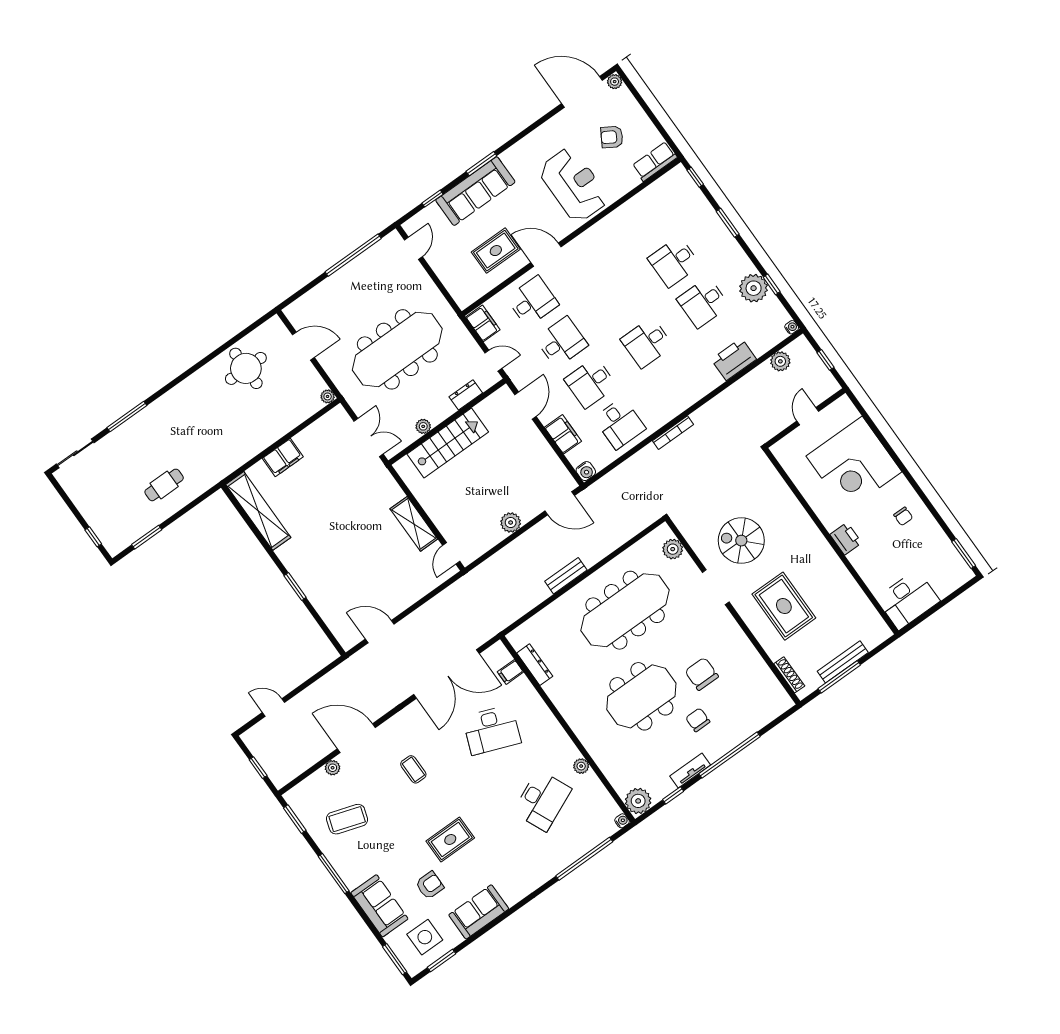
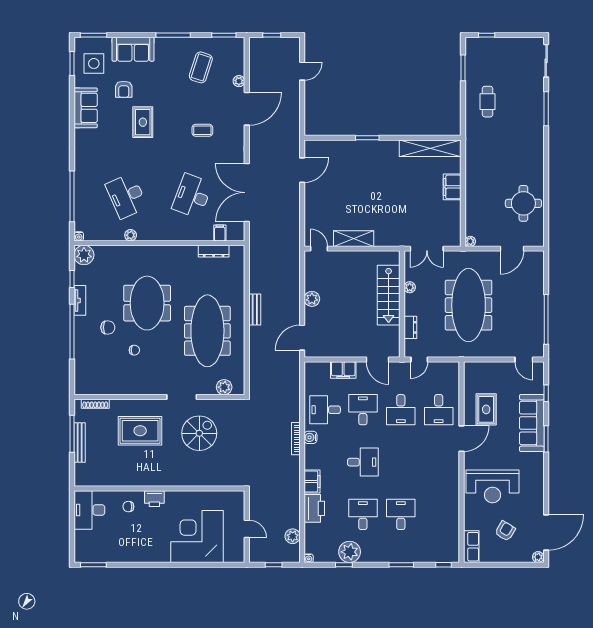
filing cabinet: (483, 323) -> (312, 482), moved, turned -90
desk: (647, 343) -> (363, 462), turned 90
water cooler: (586, 471) -> (311, 437), moved
chair: (903, 516) -> (128, 507), moved
chair: (702, 674) -> (134, 350), width x0.54, depth x0.54

